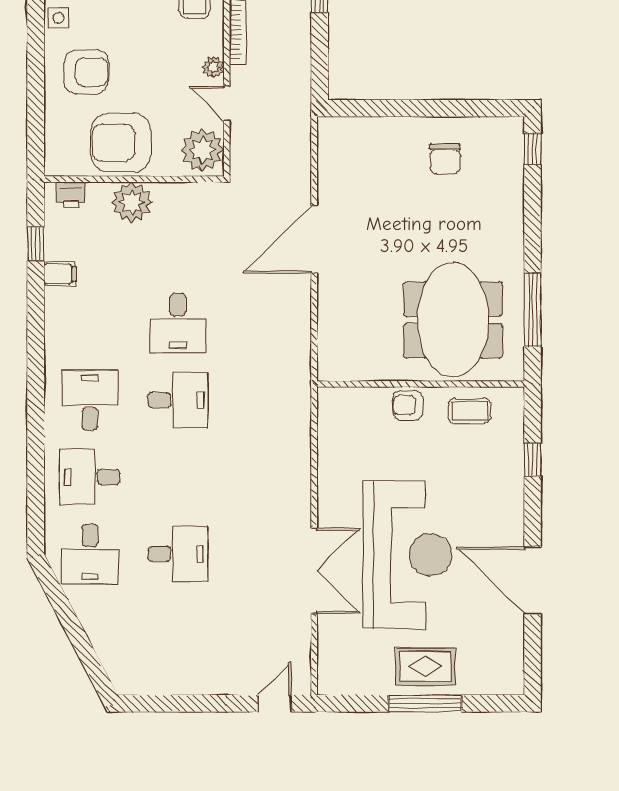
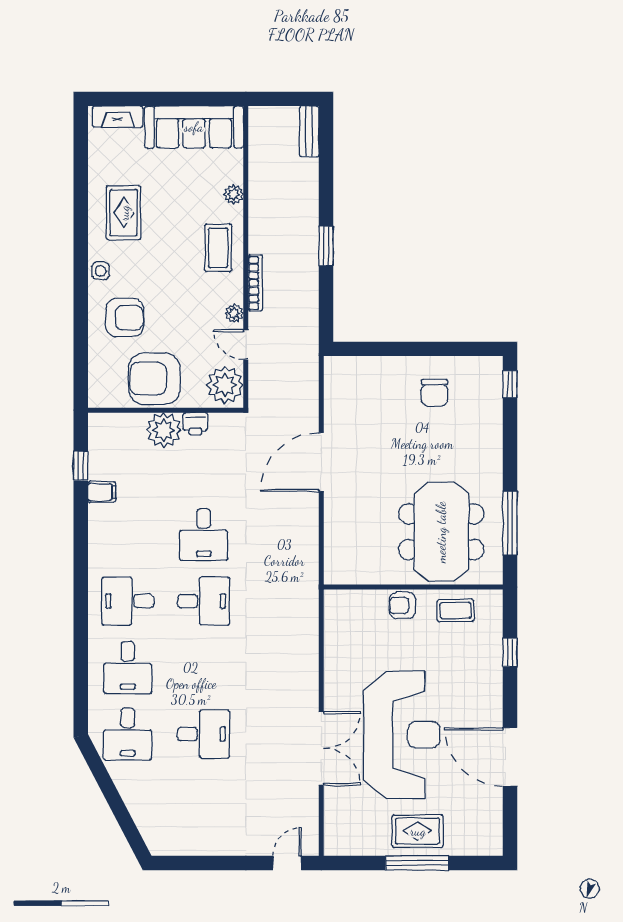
printer: (71, 195) -> (195, 424), moved
desk: (90, 400) -> (128, 601), turned -90
desk: (90, 477) -> (128, 668), turned -90

